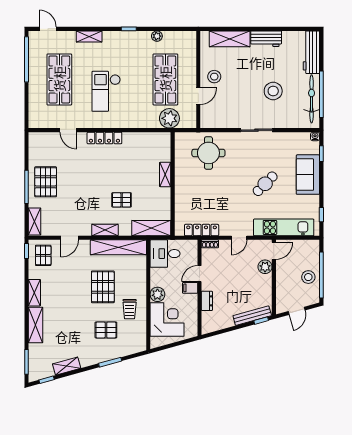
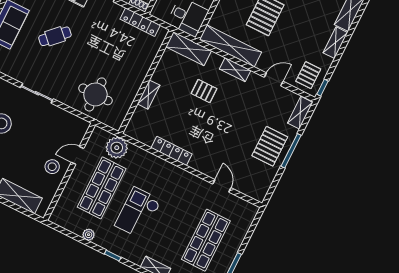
checkout: (106, 91) -> (138, 213), moved, turned 180
locker: (104, 138) -> (172, 151), moved

